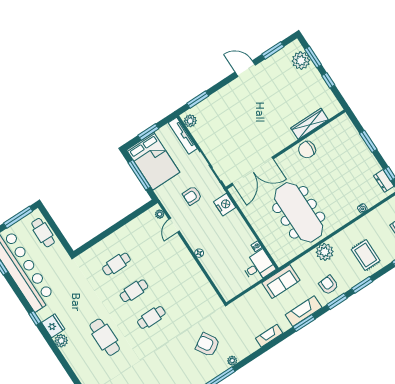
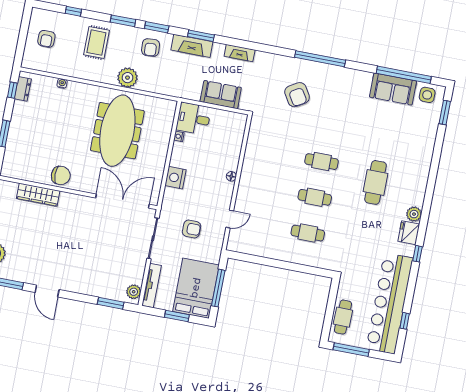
nightstand: (225, 205) -> (175, 178), moved
plant: (160, 214) -> (233, 240), removed
sofa: (281, 282) -> (221, 95), moved
plant: (232, 361) -> (290, 62), removed

